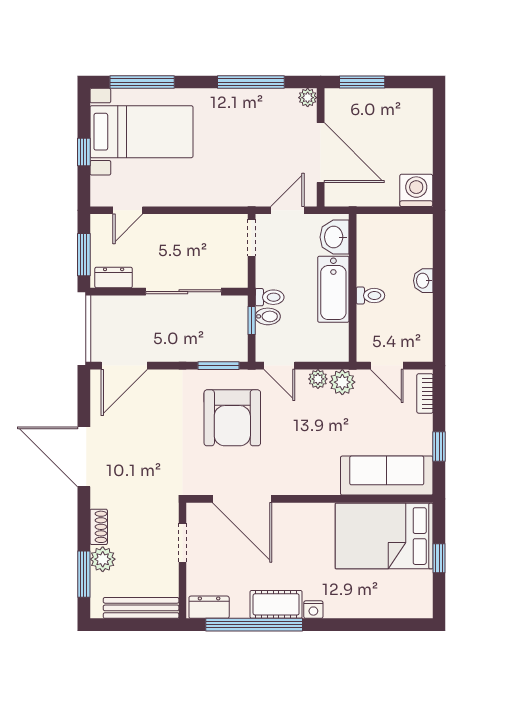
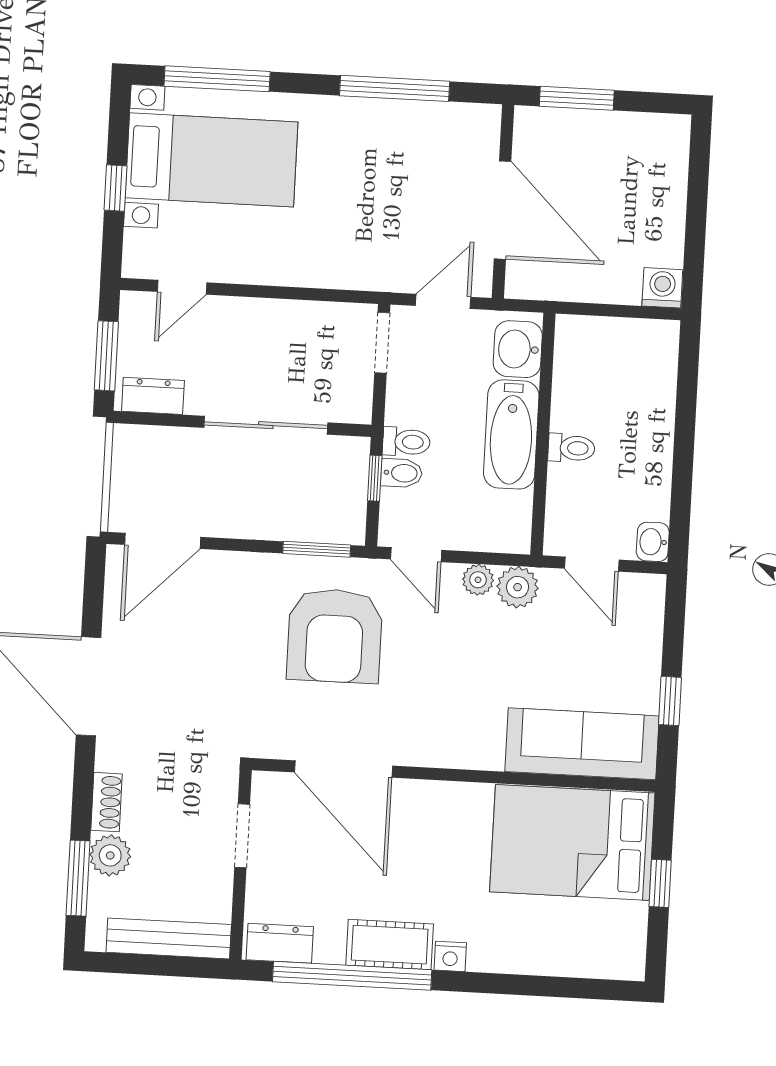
plant: (308, 98) -> (486, 119), removed
washing machine: (416, 190) -> (662, 288), width x0.73, depth x0.73
washbasin: (423, 281) -> (653, 542), moved
bookcase: (425, 393) -> (652, 613), removed

